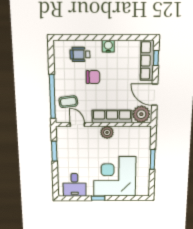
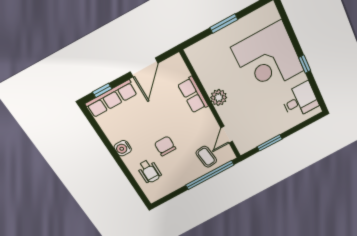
plant: (141, 114) -> (176, 70), removed
row of seats: (112, 116) -> (193, 95), width x0.68

